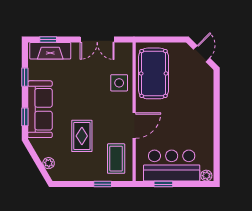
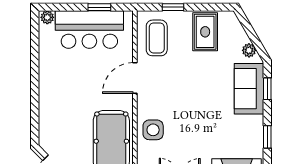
sofa: (40, 109) -> (249, 89), width x0.73
rug: (82, 136) -> (205, 32), moved
plant: (49, 163) -> (249, 50), moved

